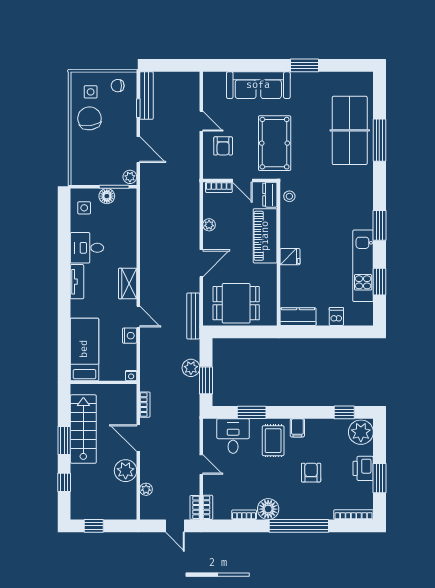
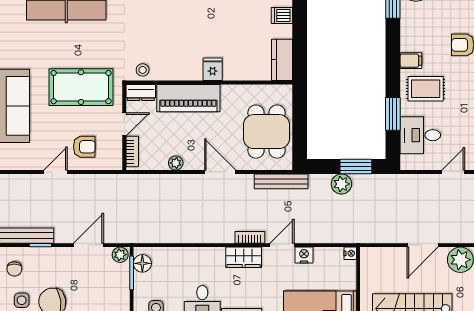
floor lamp: (107, 196) -> (142, 263), moved
bookcase: (145, 405) -> (250, 237), moved

